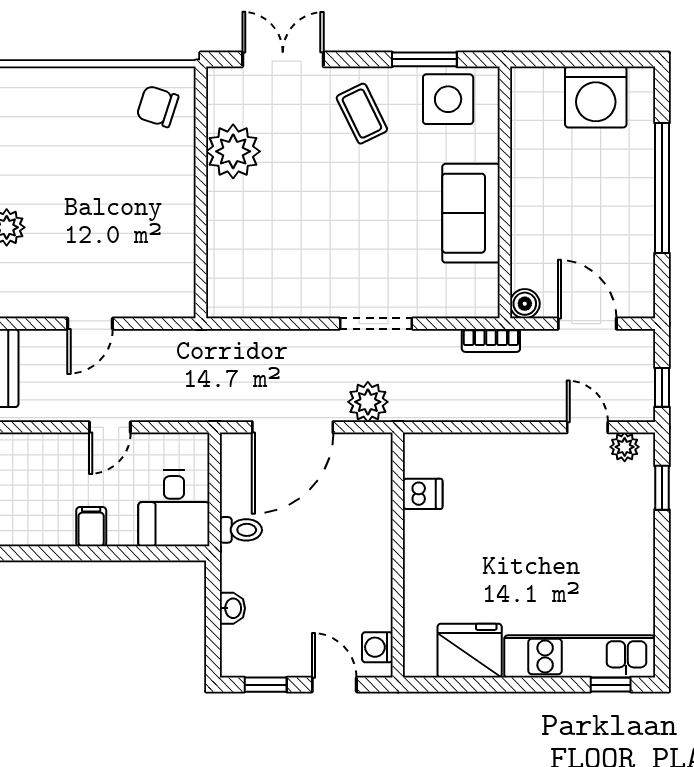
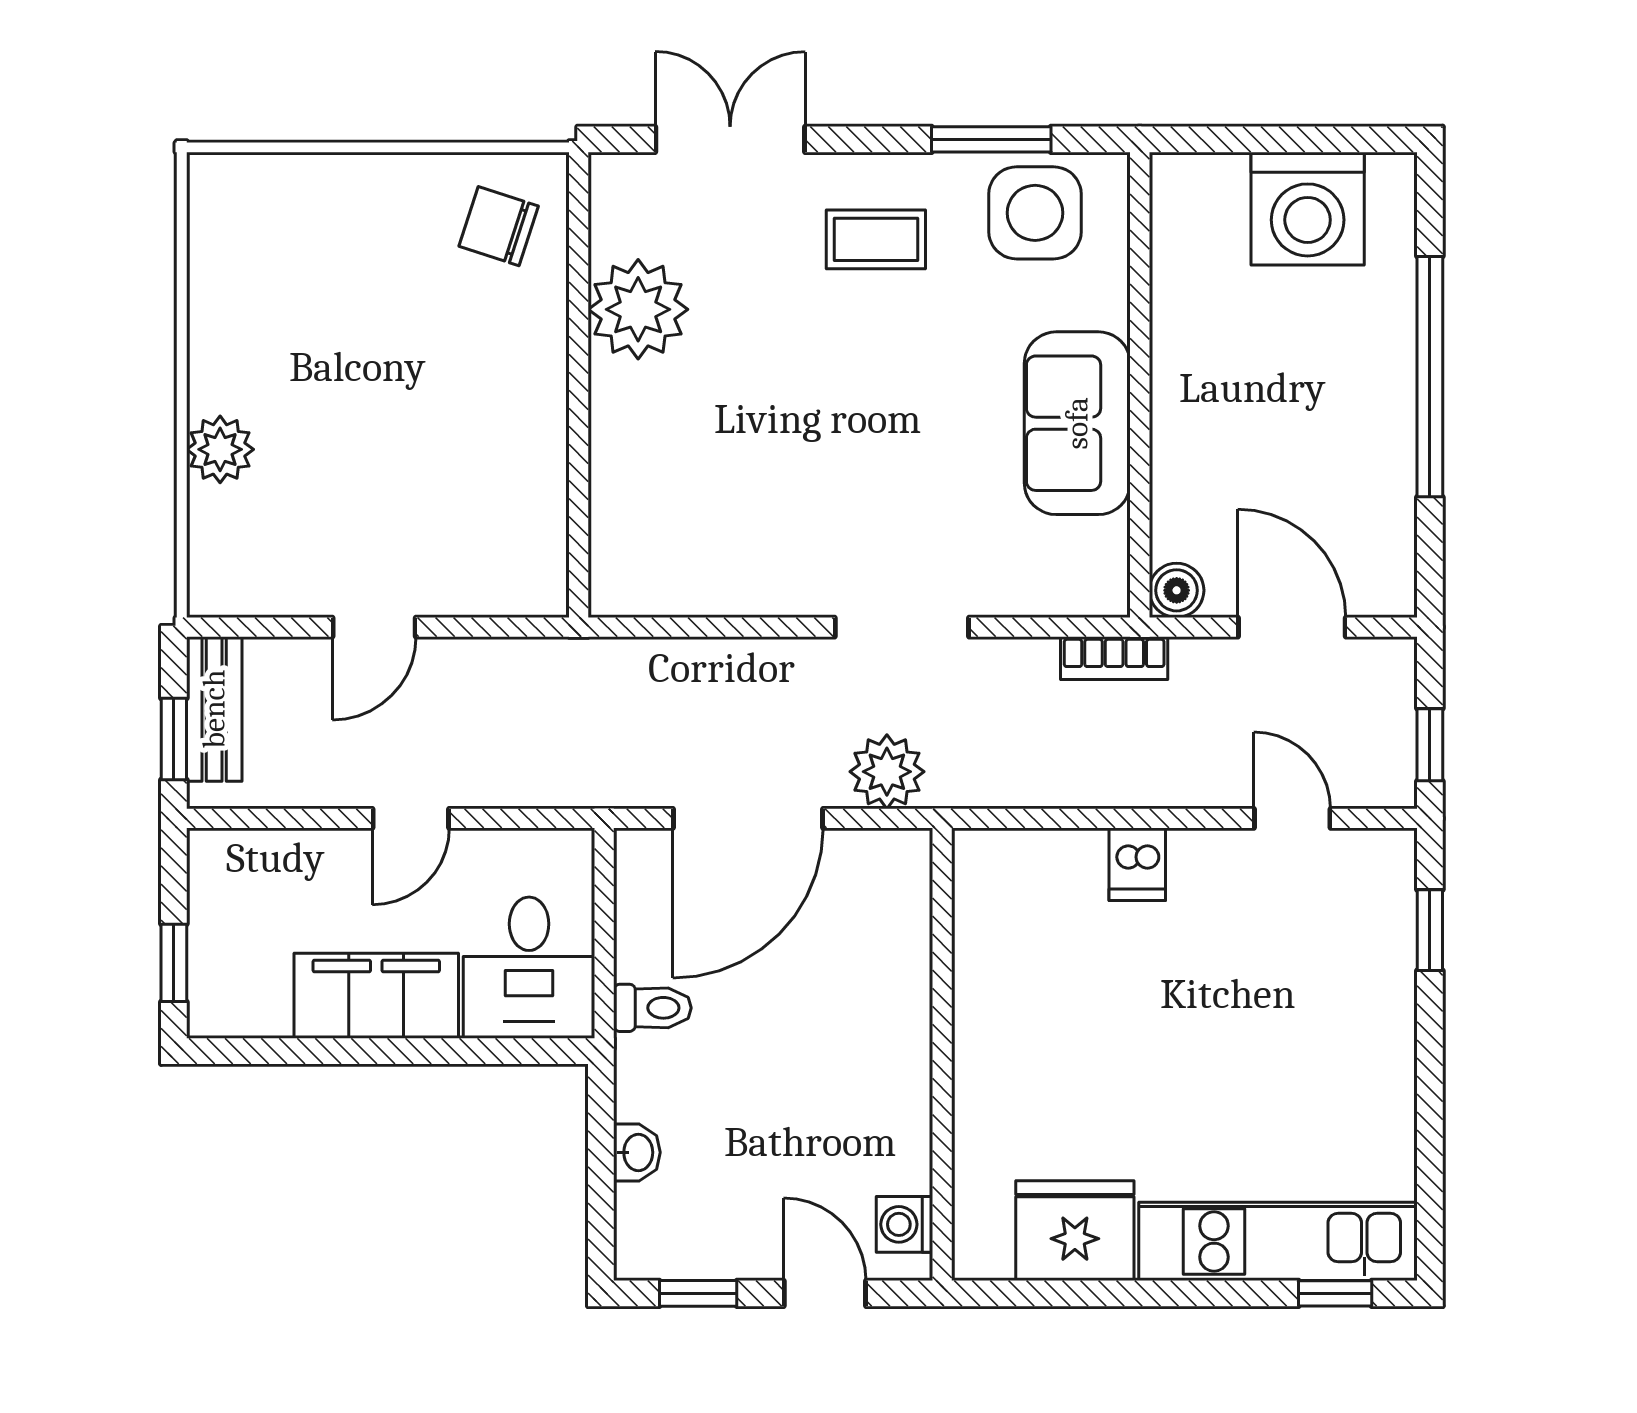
coffee table: (362, 114) -> (876, 239), turned -64
plant: (625, 447) -> (1361, 855), removed
dishwasher: (423, 494) -> (1137, 864), moved, turned 90
filing cabinet: (91, 527) -> (376, 996), width x3.00, depth x1.17

